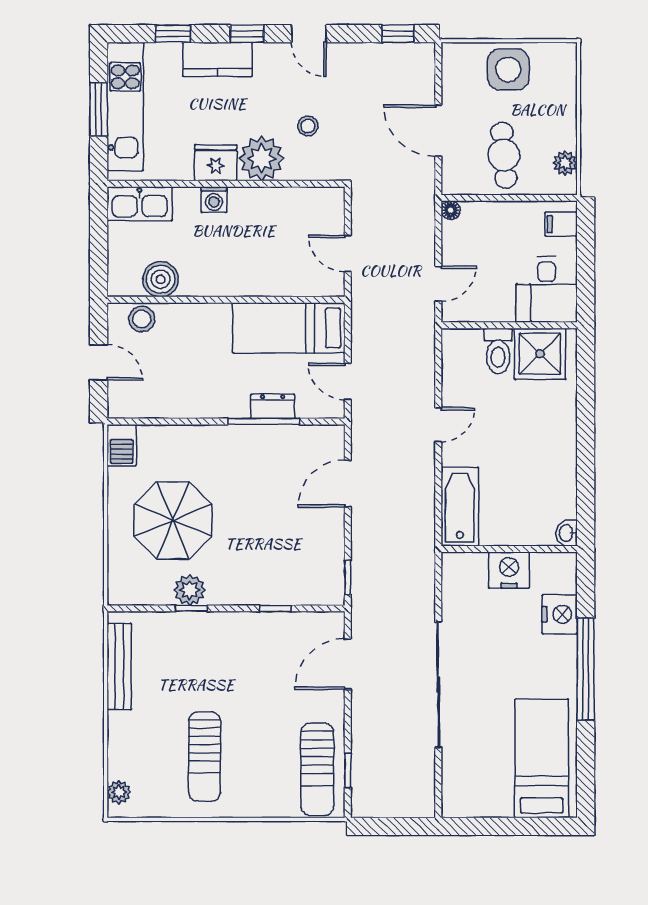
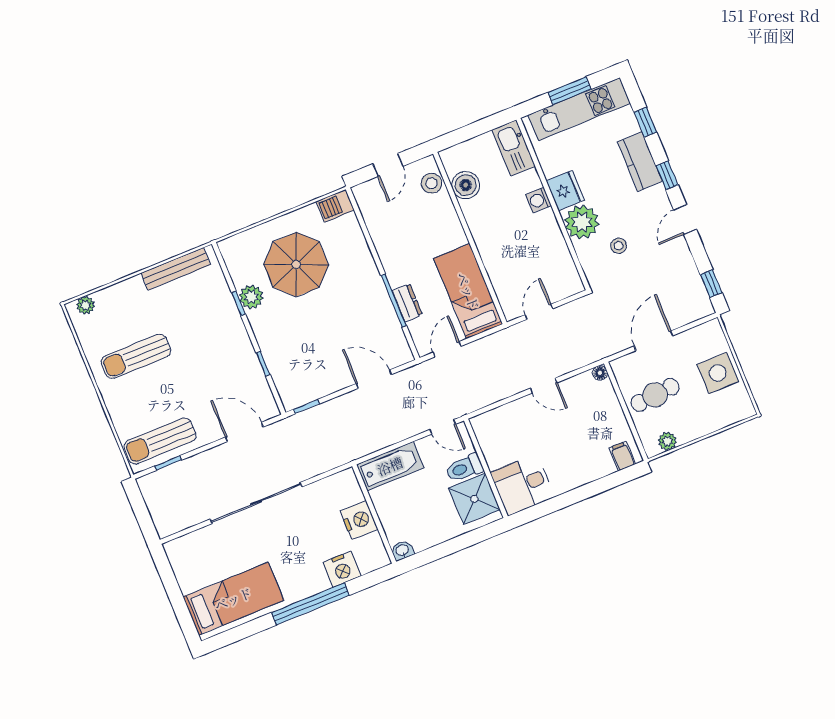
desk: (546, 289) -> (522, 485), moved
wall: (509, 325) -> (486, 468), moved
toilet: (498, 351) -> (464, 468), moved
shower: (540, 354) -> (474, 499), moved

